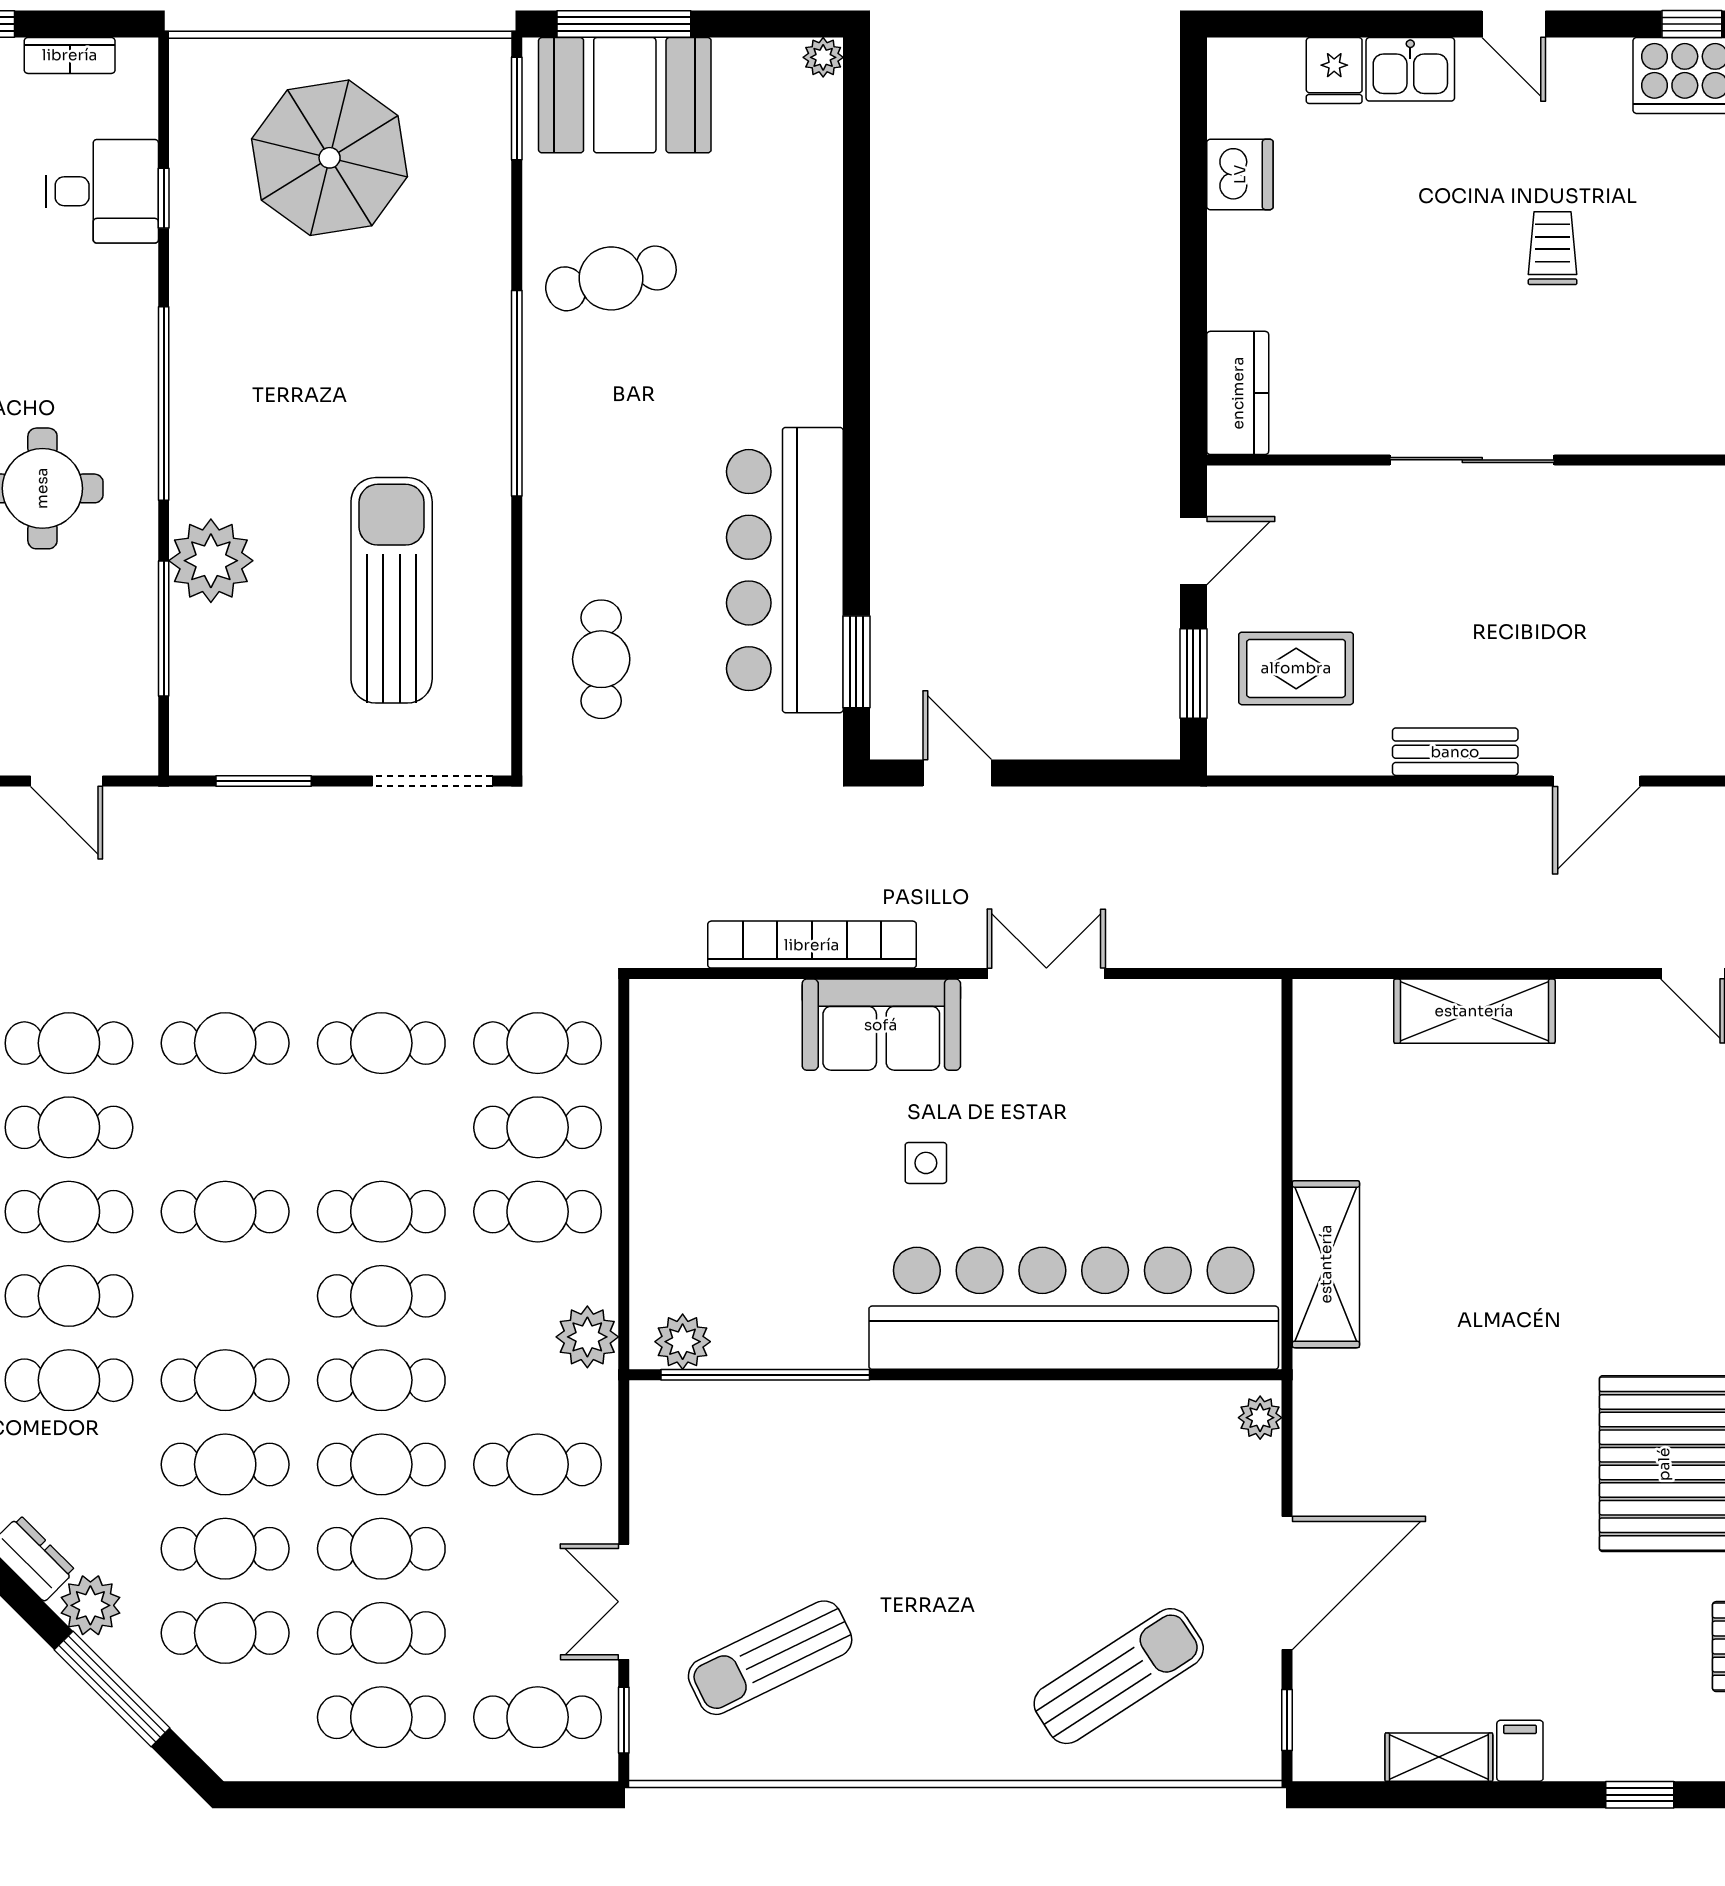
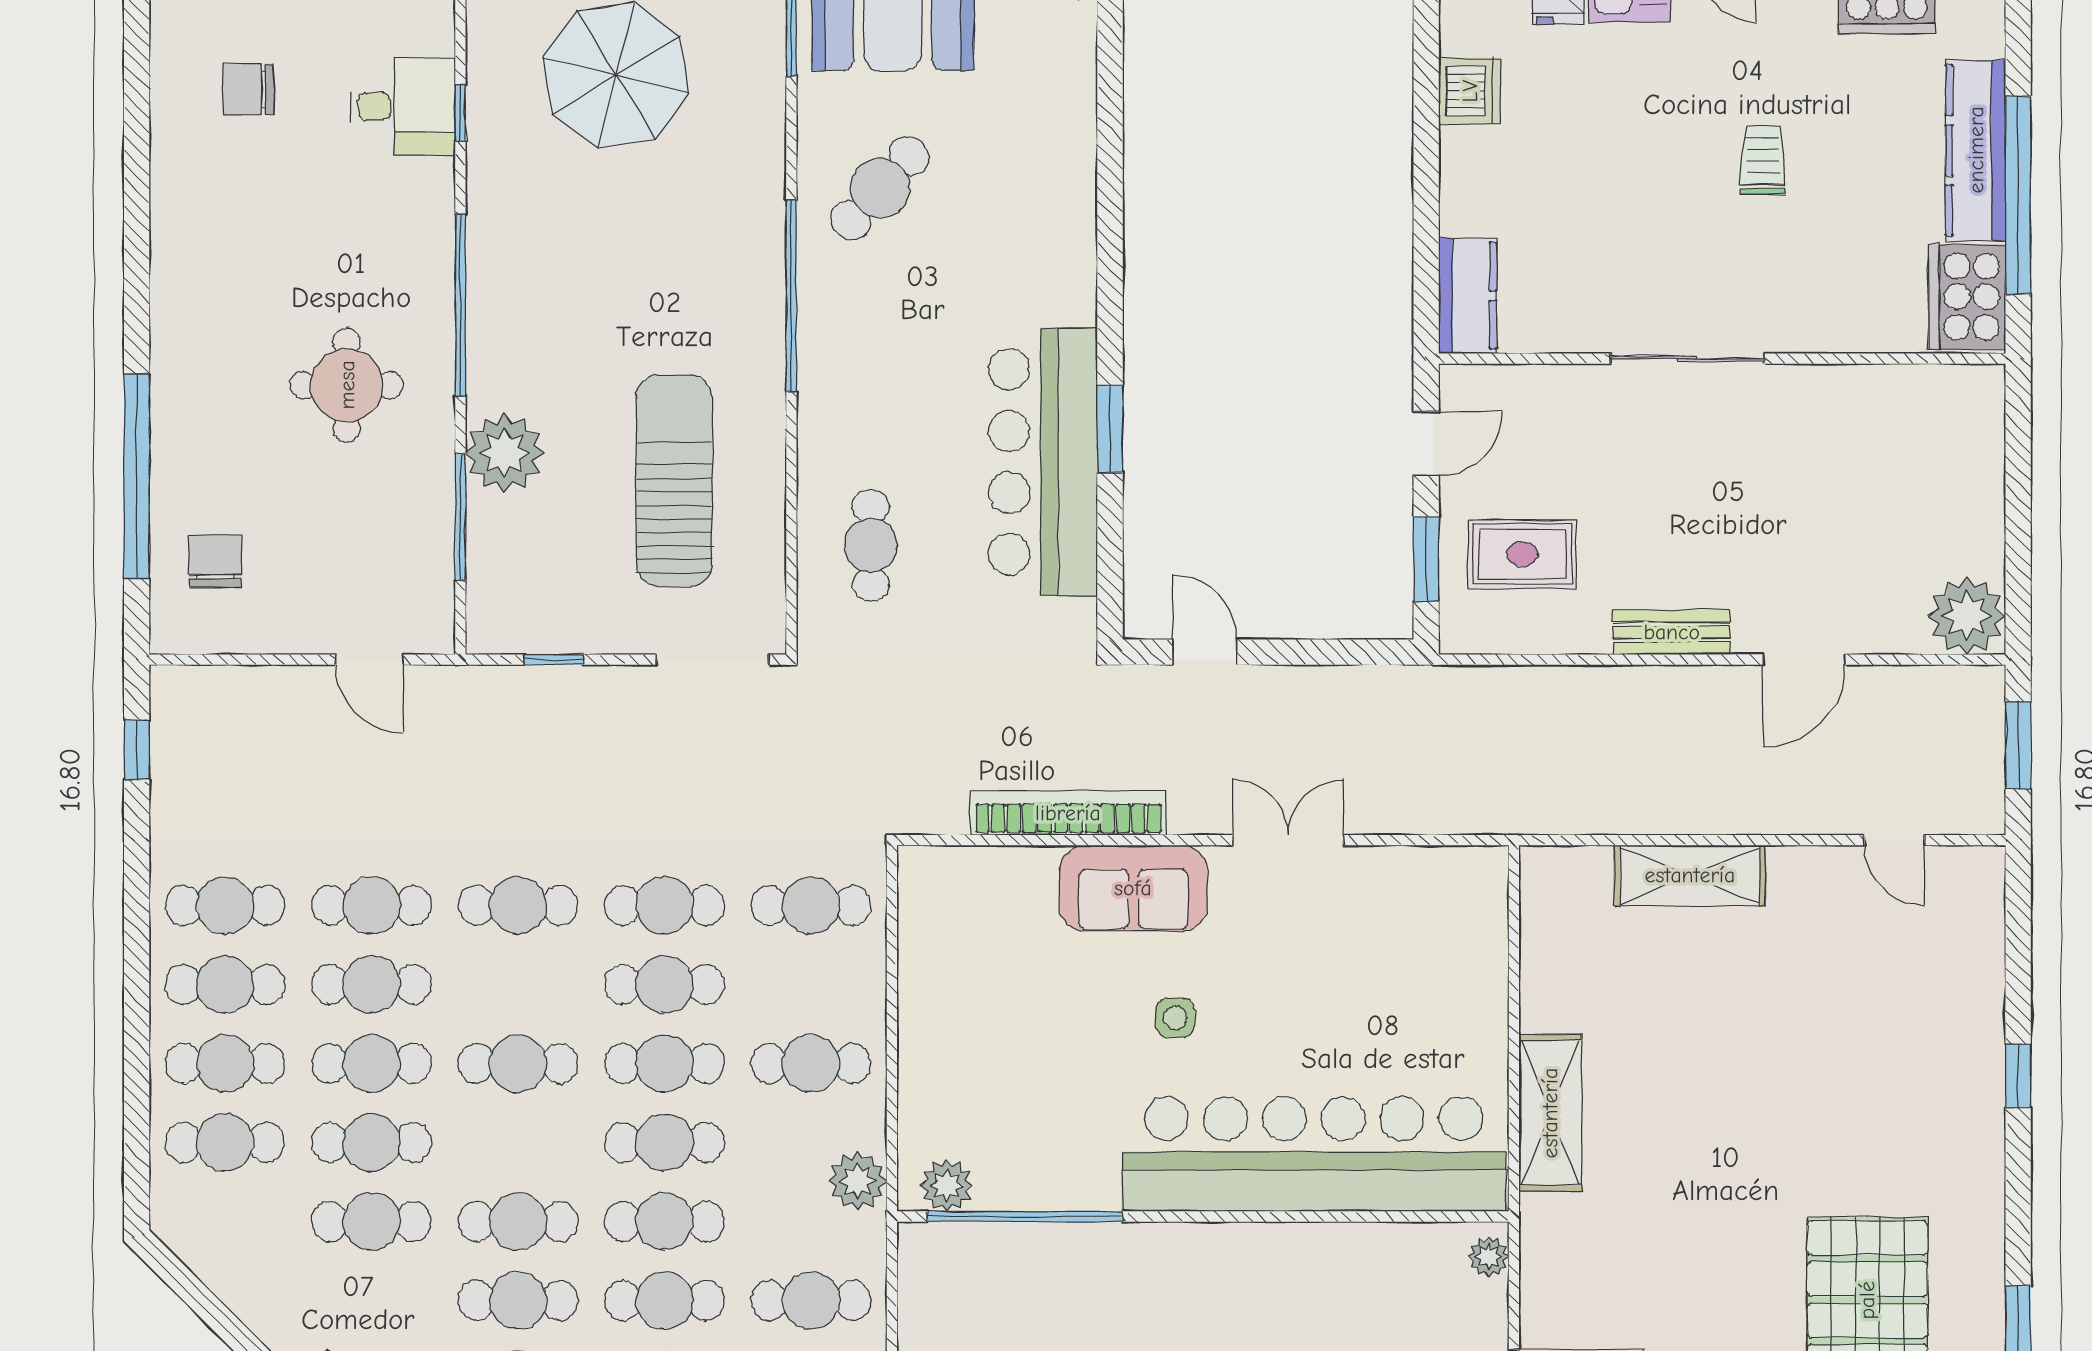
cafe table: (611, 278) -> (880, 188), turned -35
window: (856, 662) -> (1110, 429), moved
window: (264, 781) -> (554, 660), width x0.67
cafe table: (538, 1127) -> (664, 984), moved

